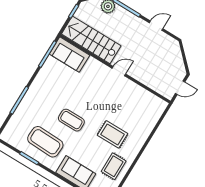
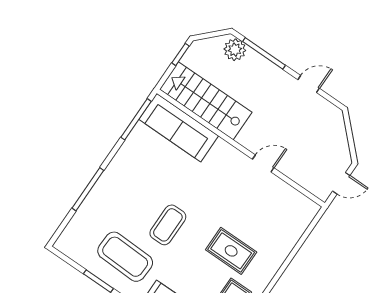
sofa: (69, 55) -> (179, 128), width x1.36
door: (119, 71) -> (263, 164), moved
coffee table: (71, 120) -> (168, 225), turned 90

